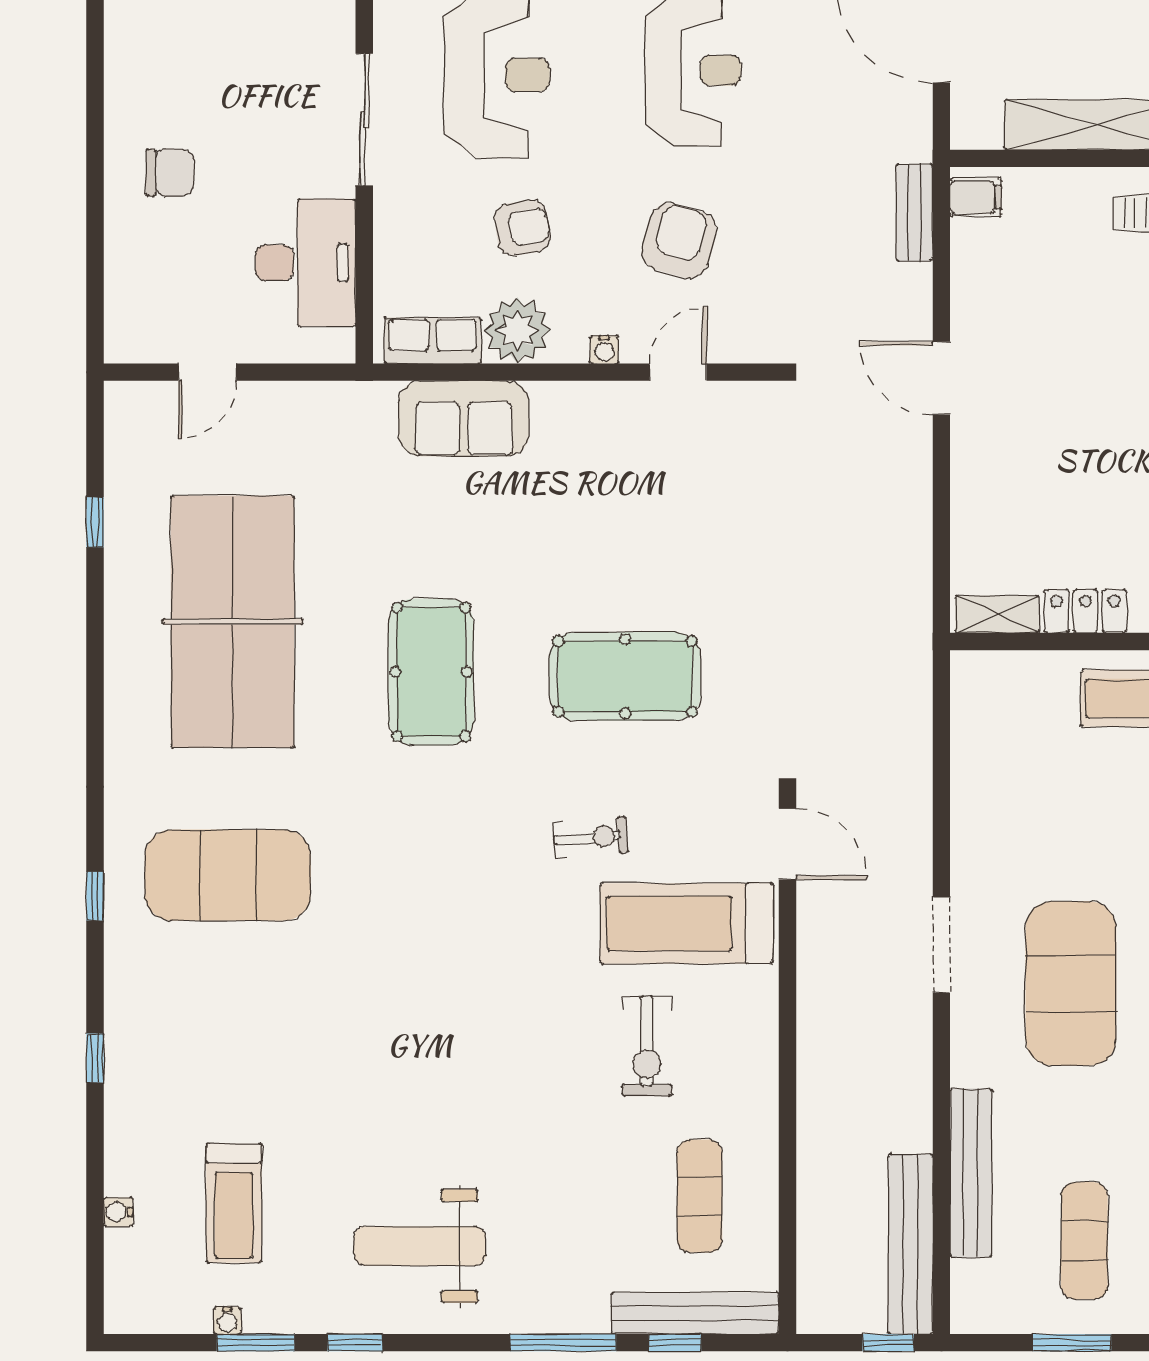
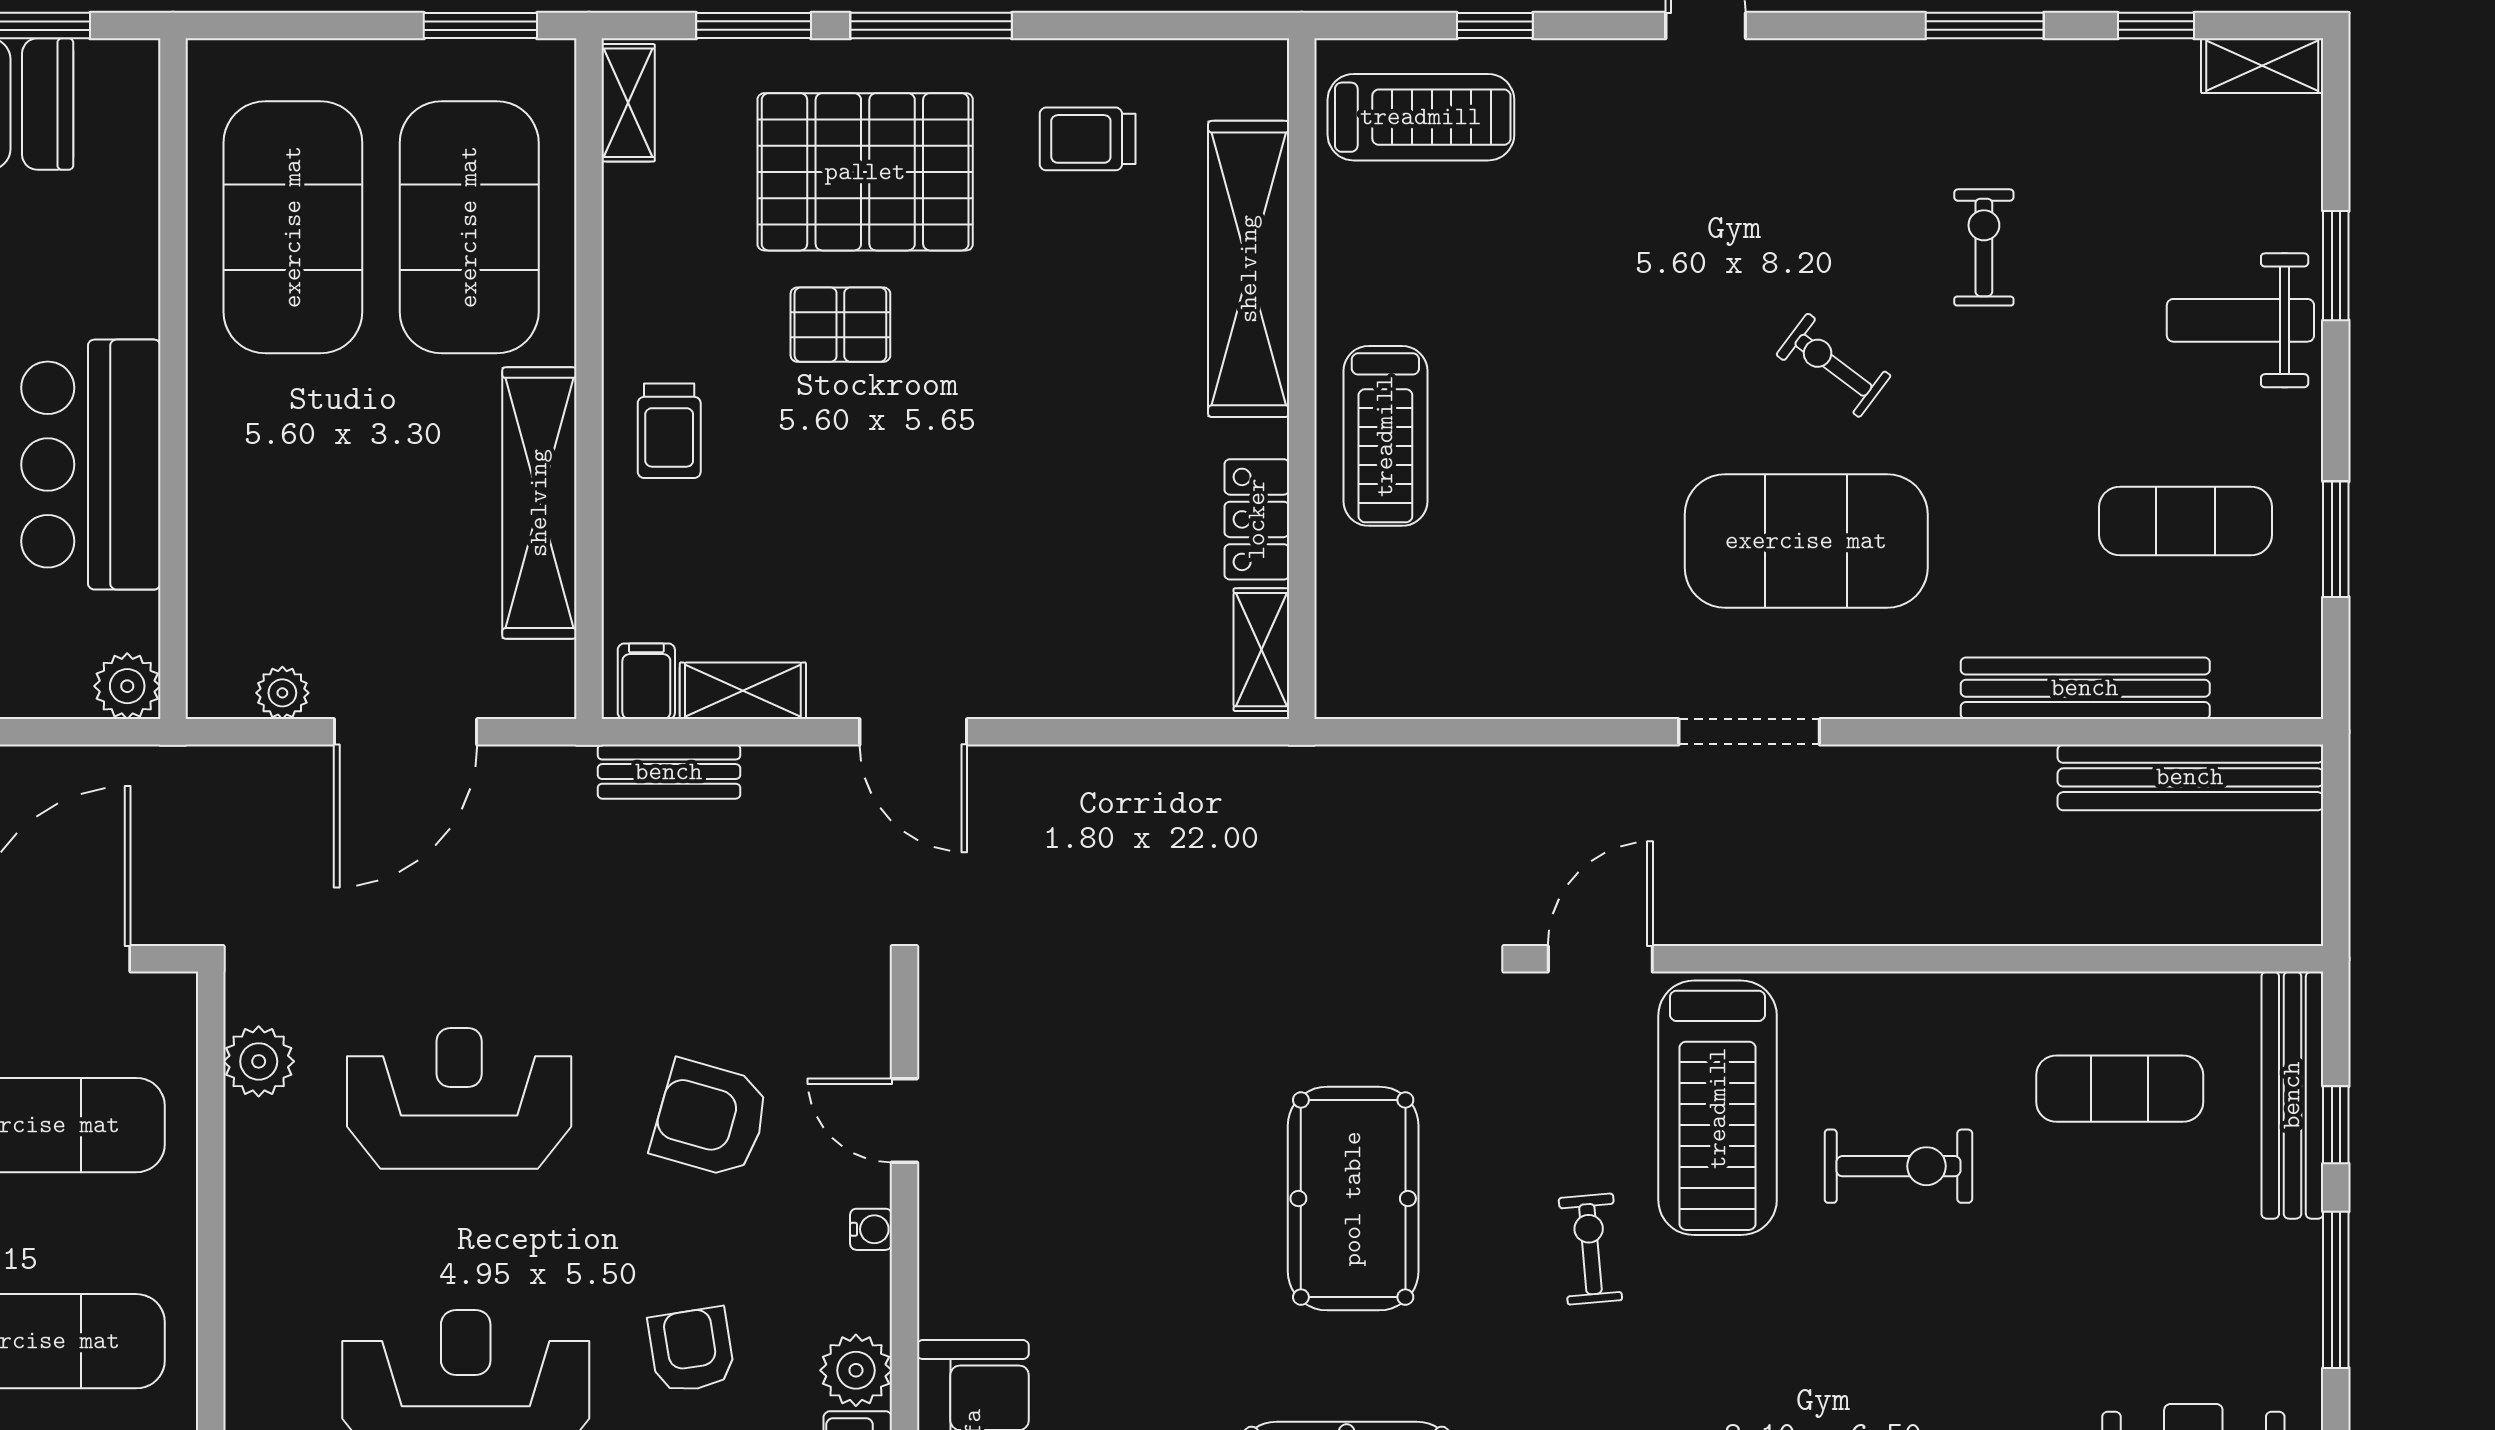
shelving: (969, 263) -> (743, 691), added
plant: (517, 331) -> (856, 1370), width x0.73, depth x0.73
door: (941, 378) -> (913, 732), hinge flipped
window: (888, 1343) -> (2336, 810), removed

